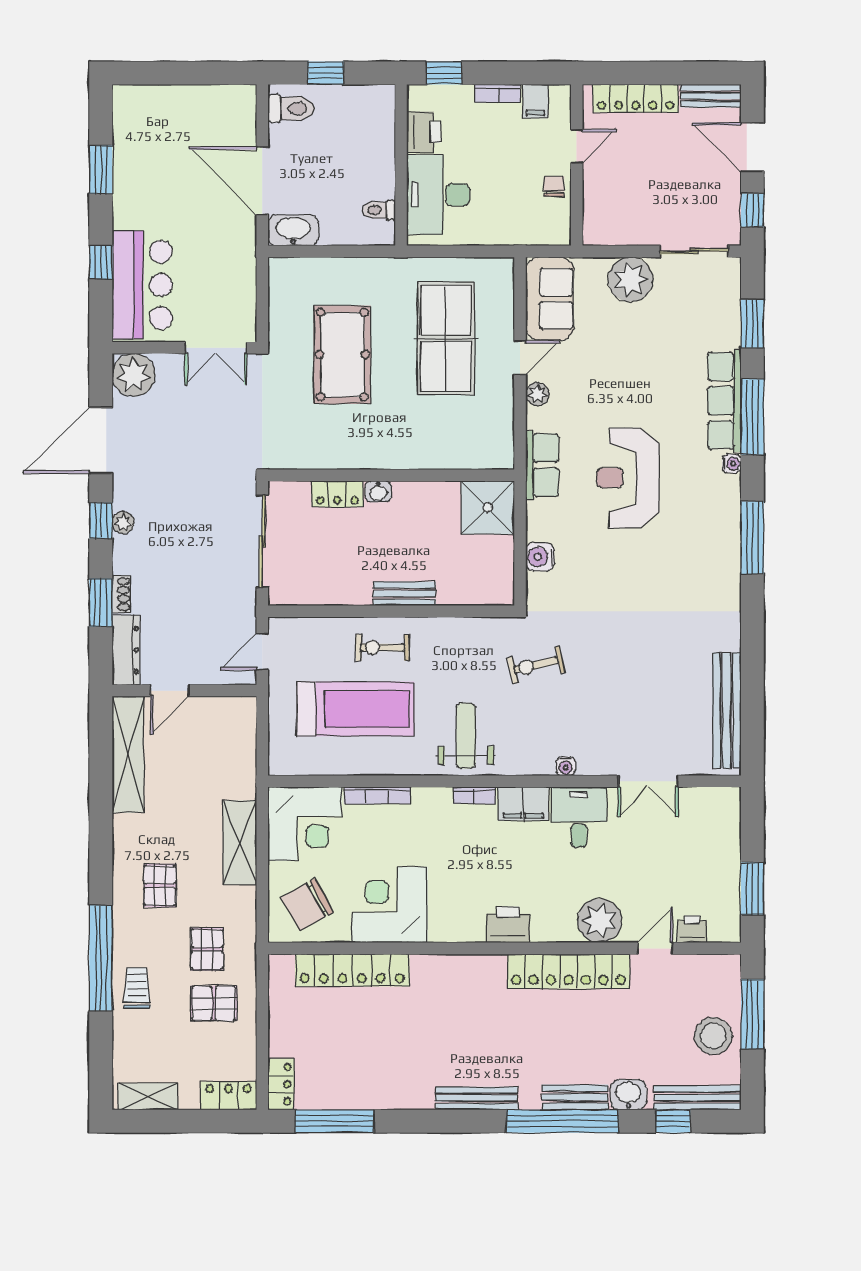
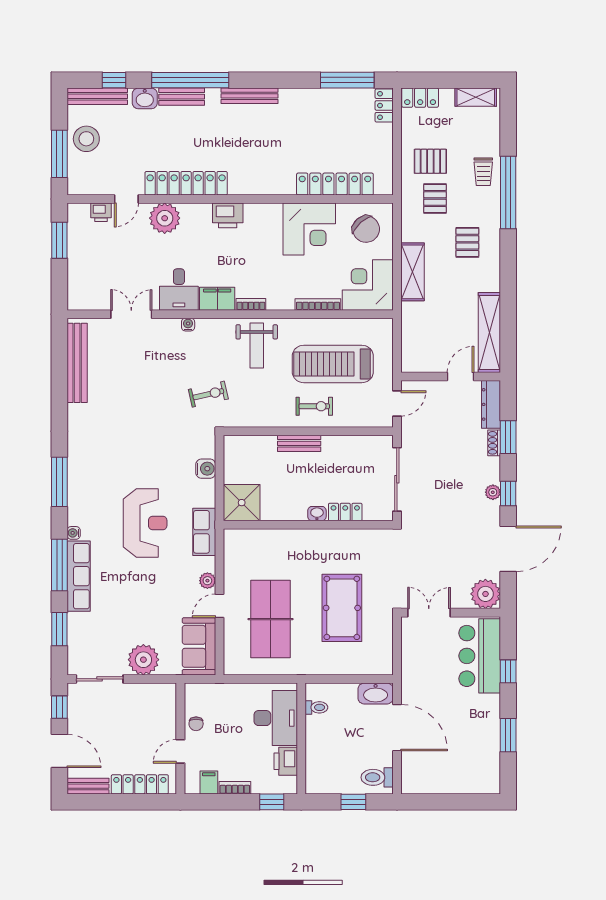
chair: (307, 905) -> (366, 229), turned 77

